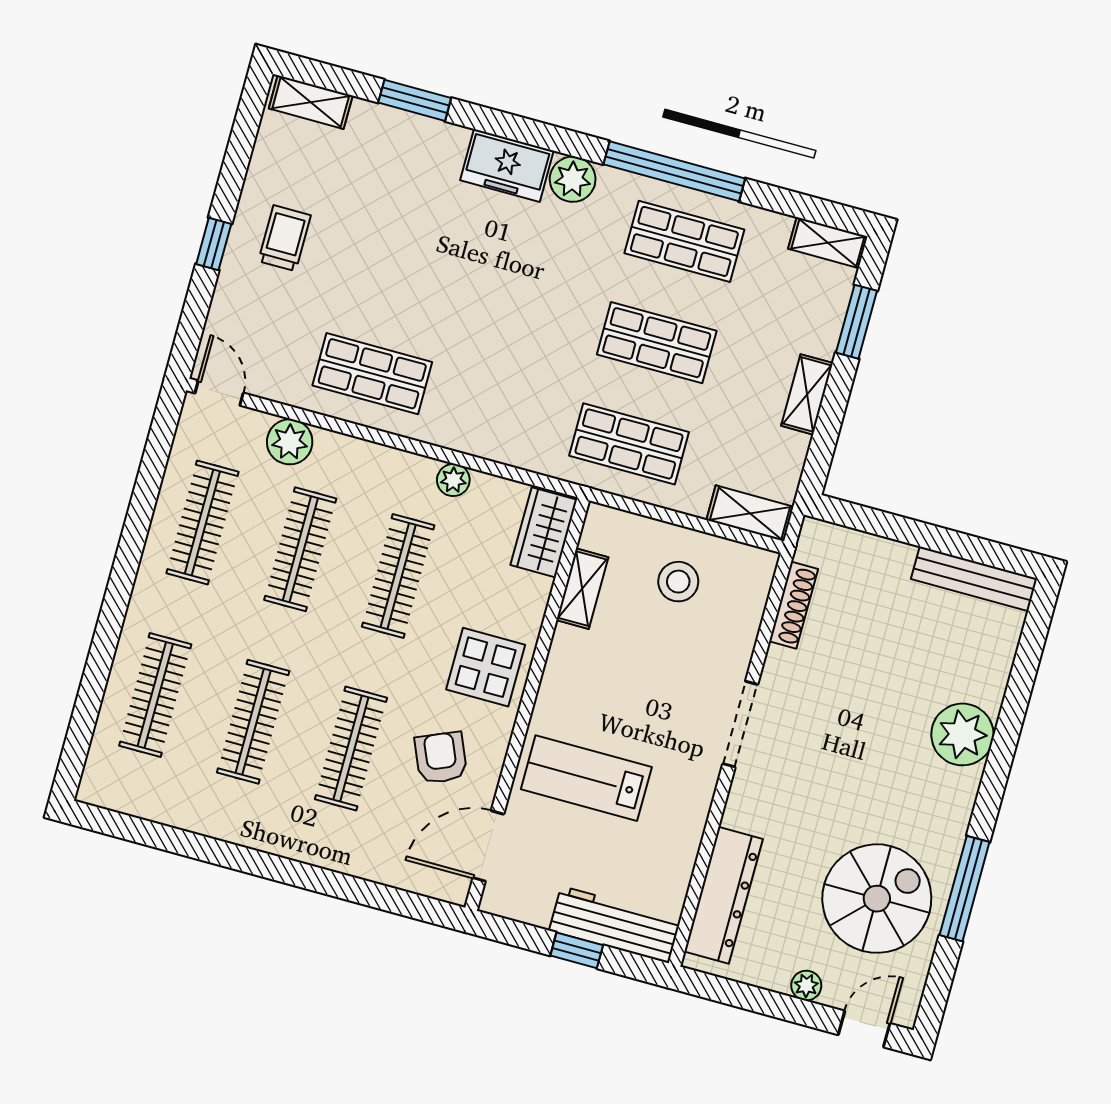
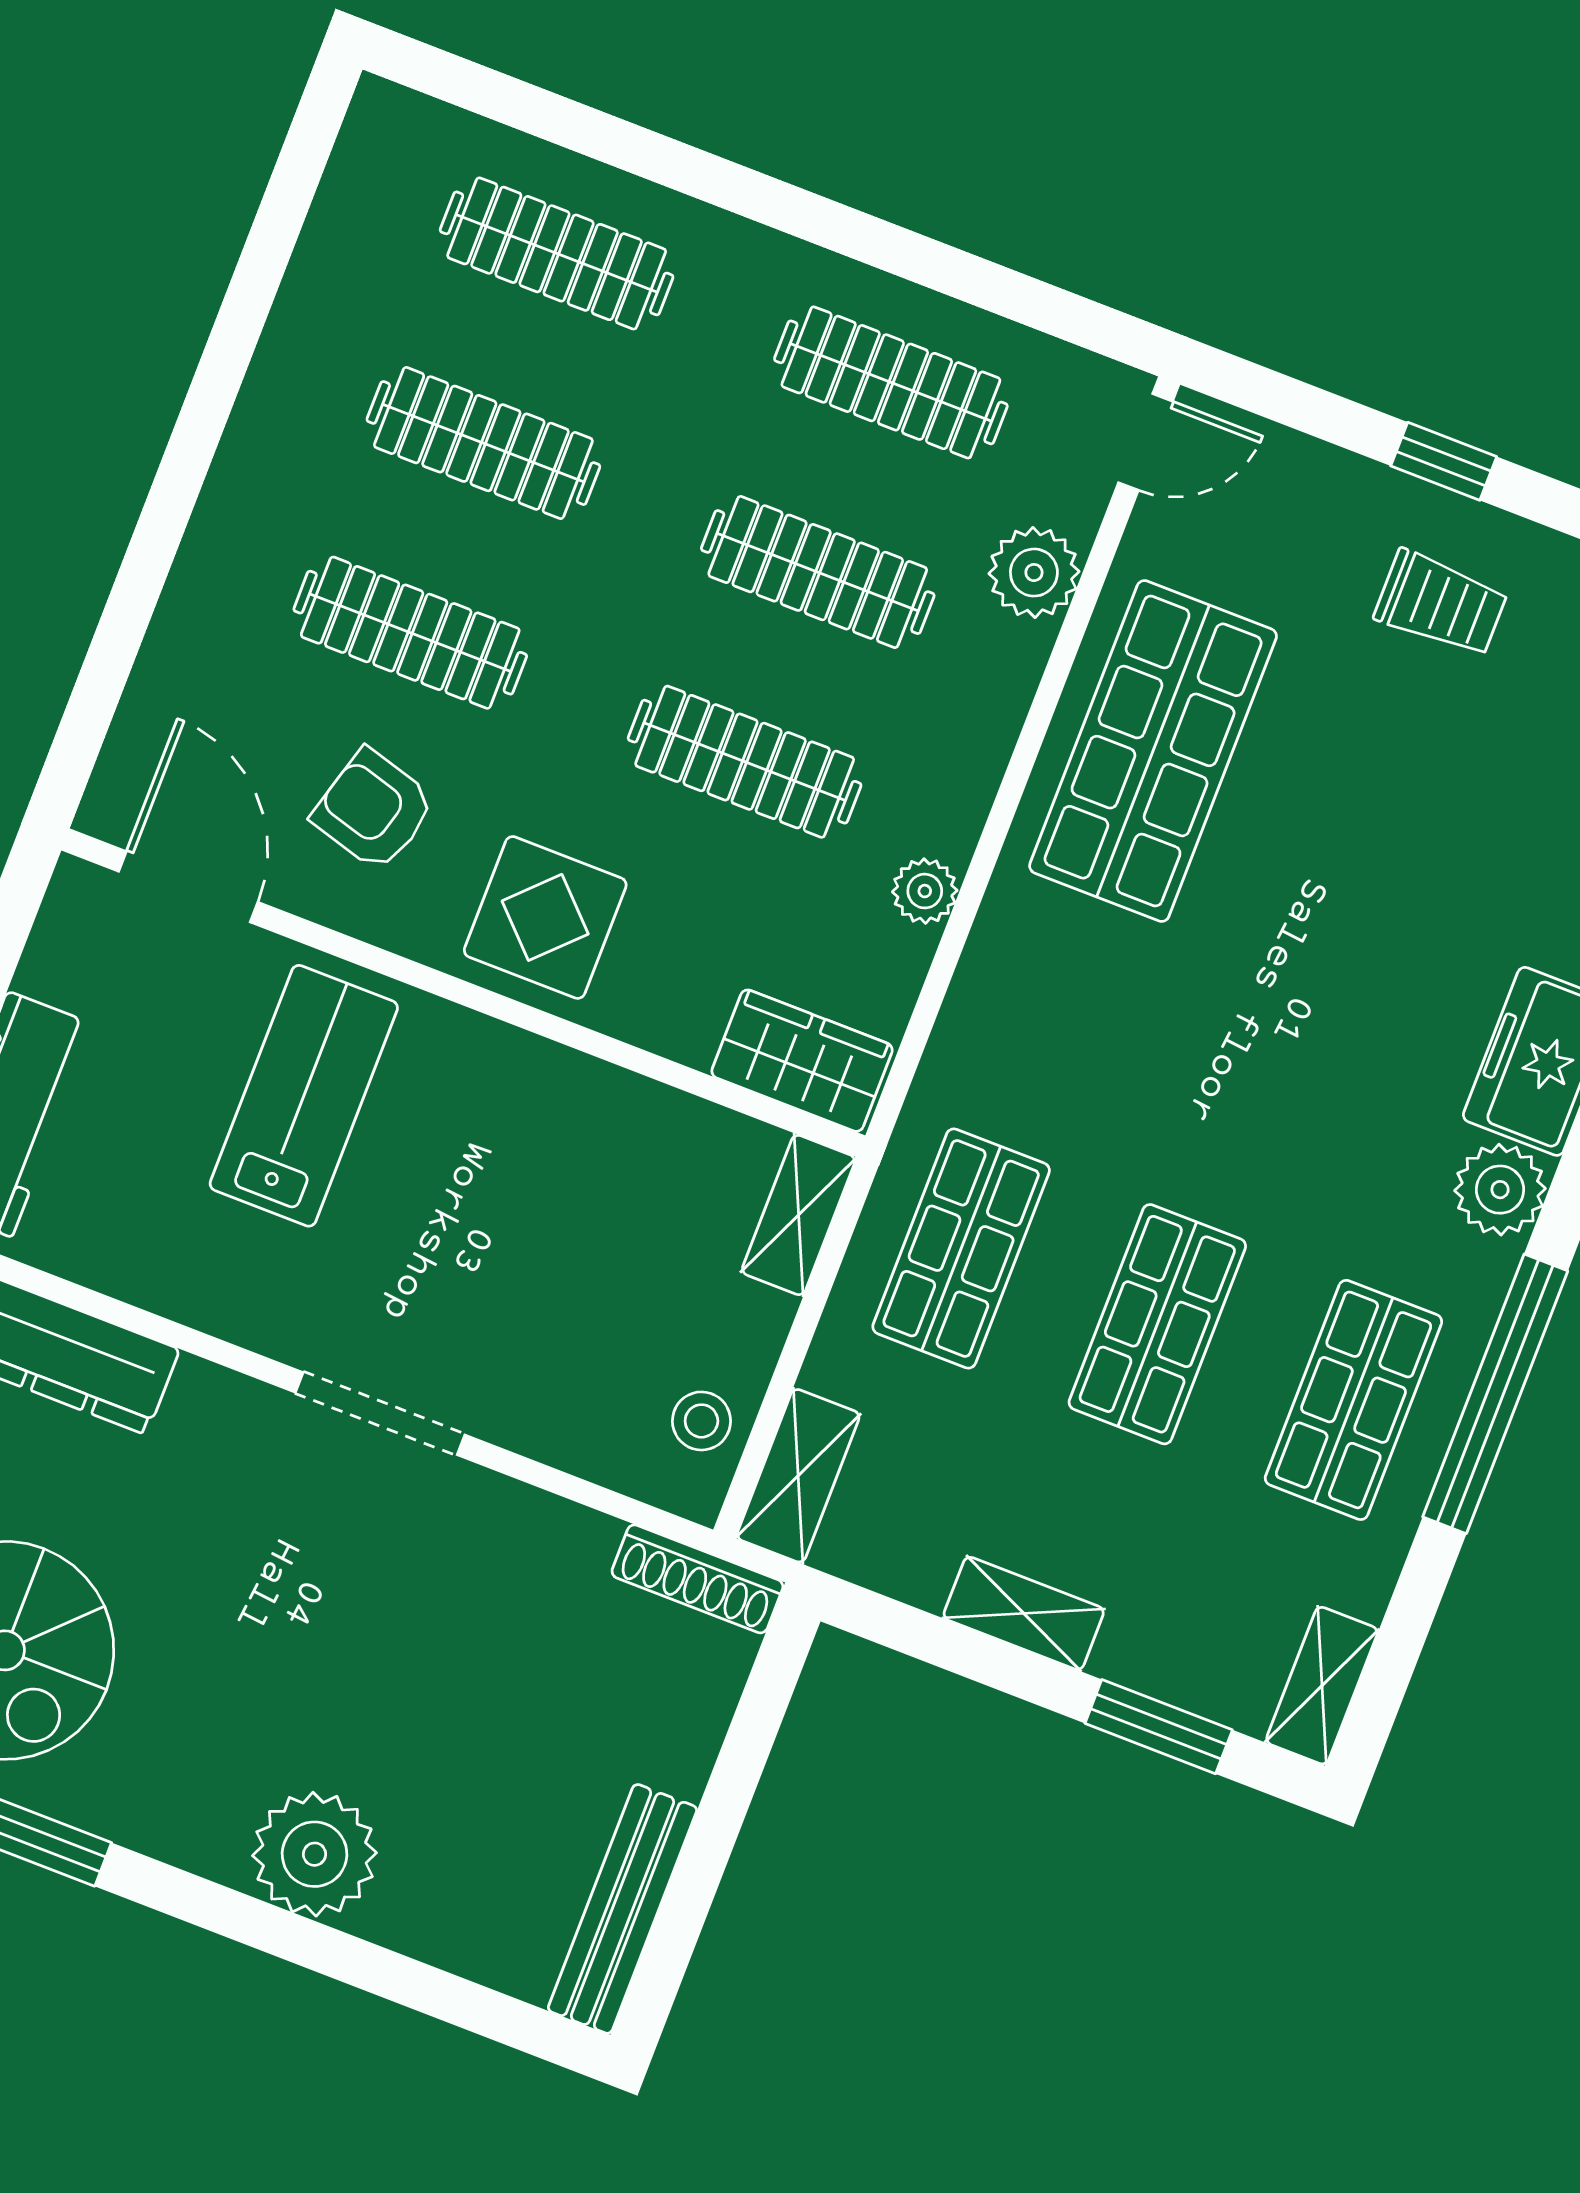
shop shelf: (372, 374) -> (1153, 751), width x1.43, depth x1.36
stool: (678, 582) -> (701, 1421), moved, width x0.73, depth x0.73
shelving: (582, 589) -> (799, 1215), moved, turned 90
shoe rack: (794, 605) -> (697, 1579), moved
armchair: (441, 758) -> (374, 810), turned -141

